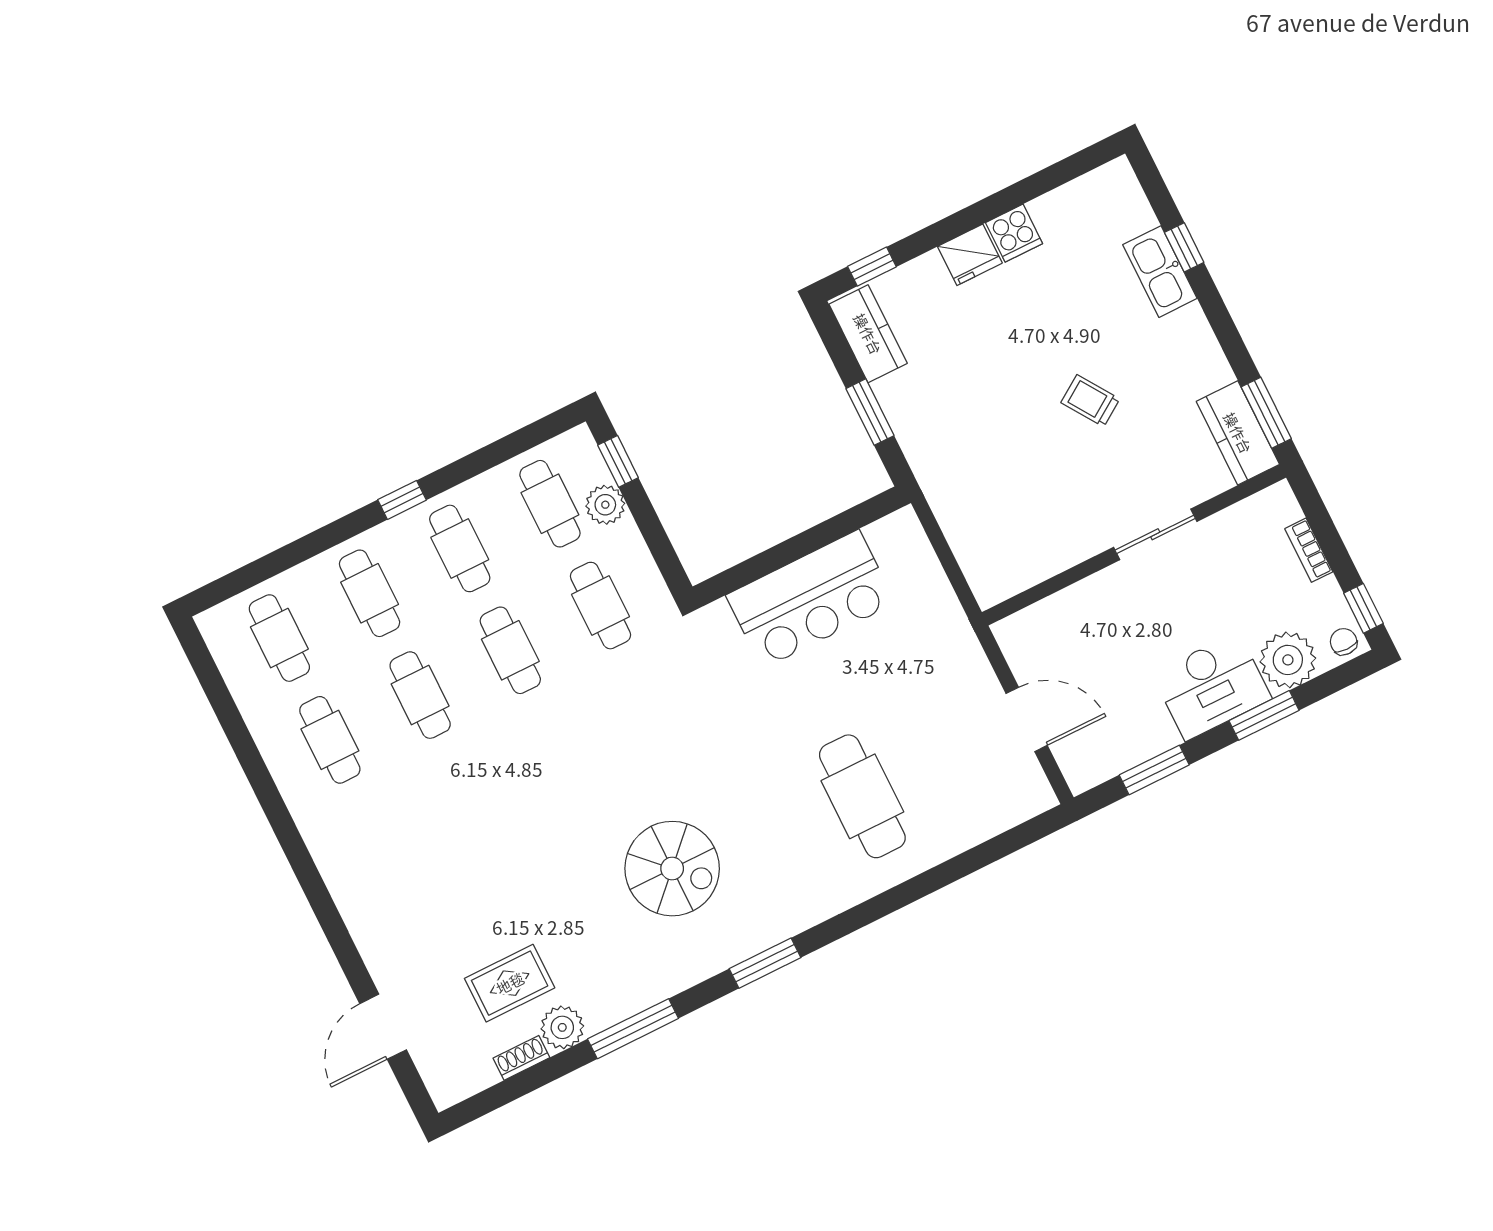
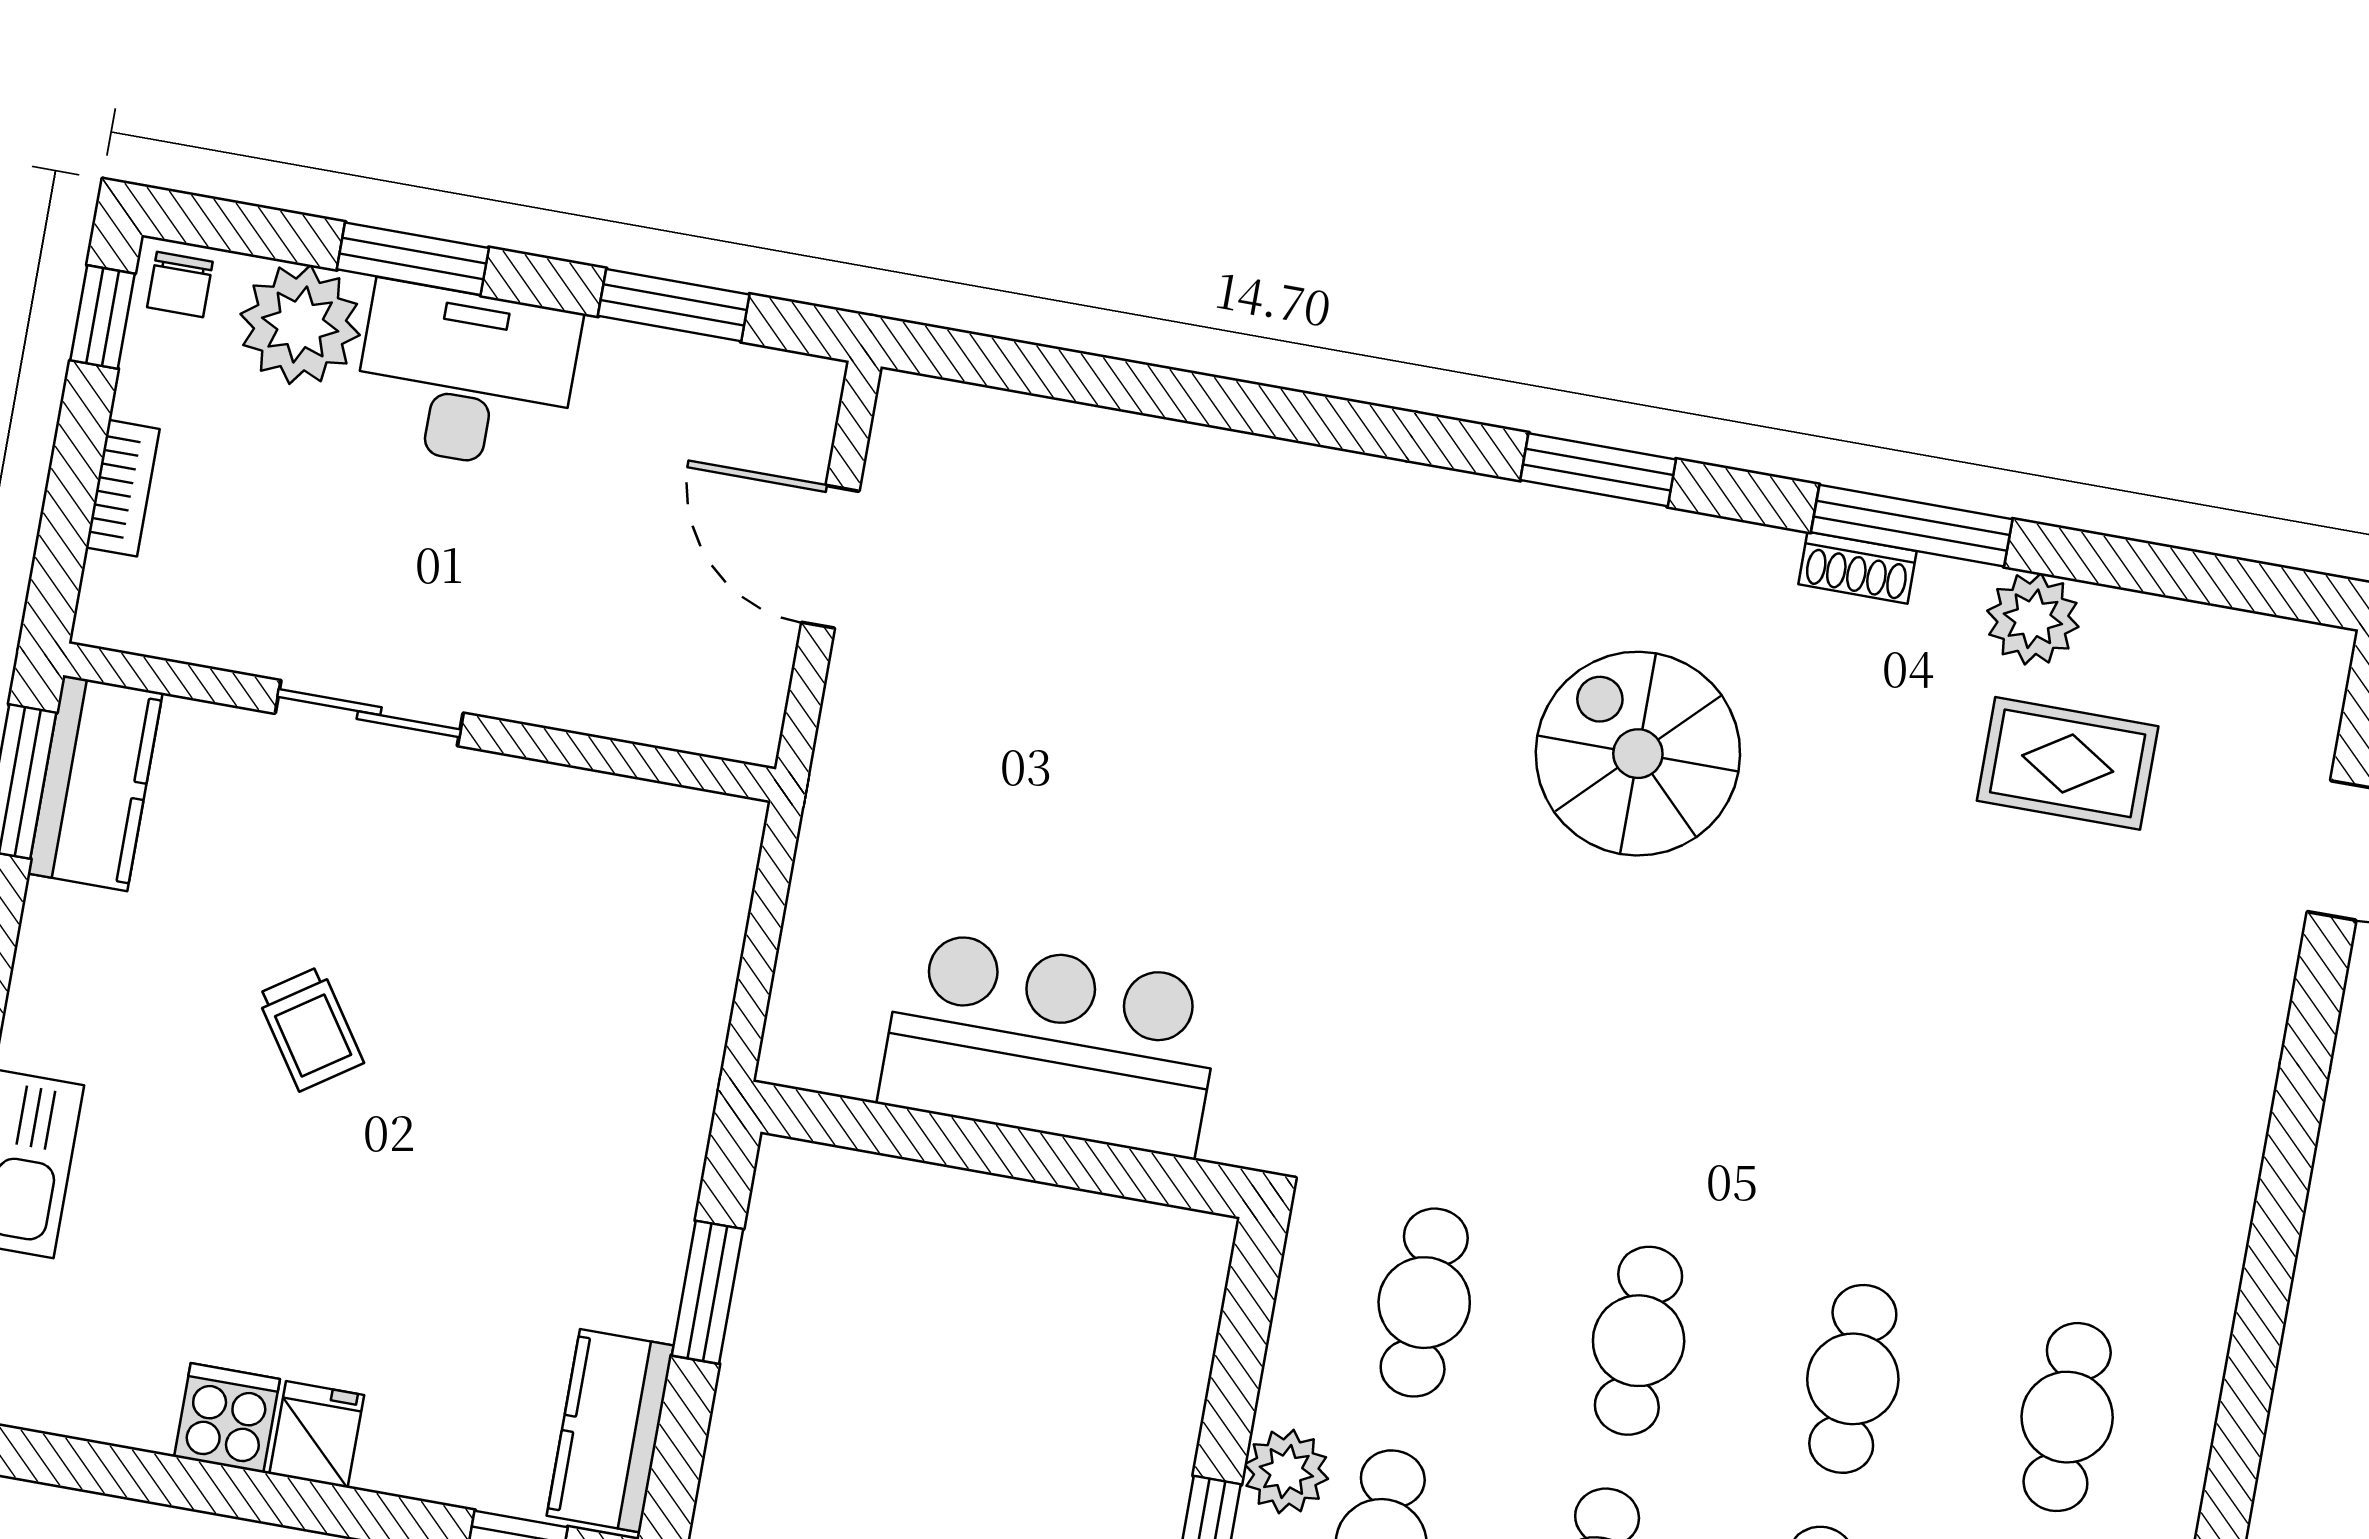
fridge: (970, 255) -> (317, 1434), width x0.72
cafe table: (862, 796) -> (1215, 635), removed
shoe rack: (521, 1058) -> (1857, 568), moved

